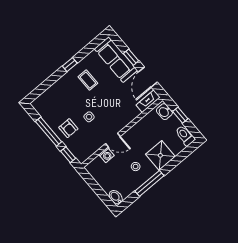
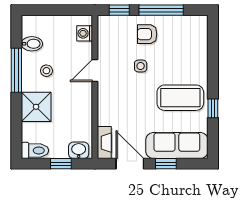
window: (70, 65) -> (213, 108), moved
coffee table: (88, 80) -> (180, 98), width x1.86, depth x1.72
washing machine: (107, 155) -> (85, 33), moved
bidet: (116, 197) -> (32, 44), moved

